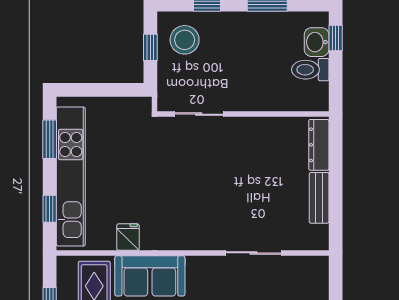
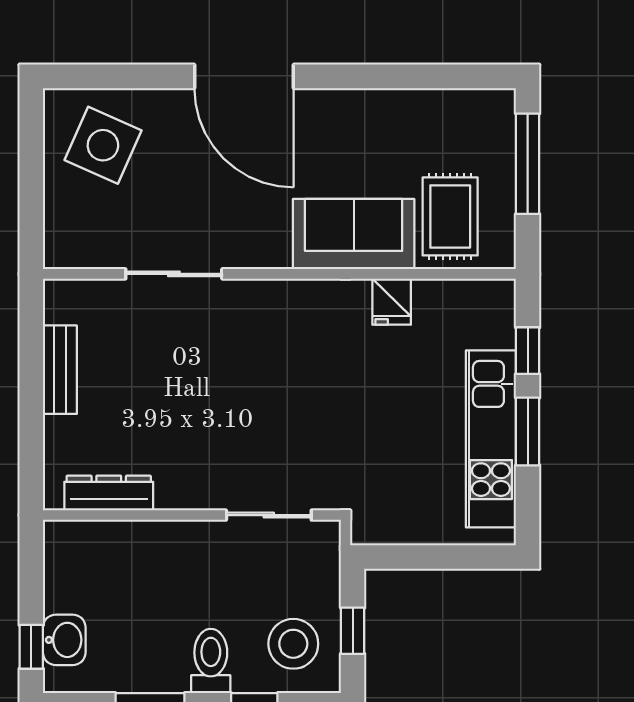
toilet: (310, 70) -> (211, 661), moved, turned -90
window: (50, 139) -> (528, 431), moved
dresser: (319, 145) -> (109, 493), moved, turned -90
kitchen unit: (71, 176) -> (491, 439), width x0.73

